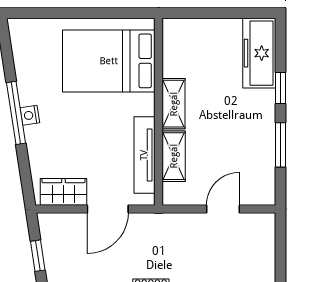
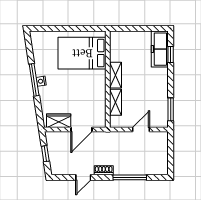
window: (280, 88) -> (171, 55), moved
window: (280, 145) -> (171, 109), moved
tv unit: (144, 155) -> (100, 102), removed

